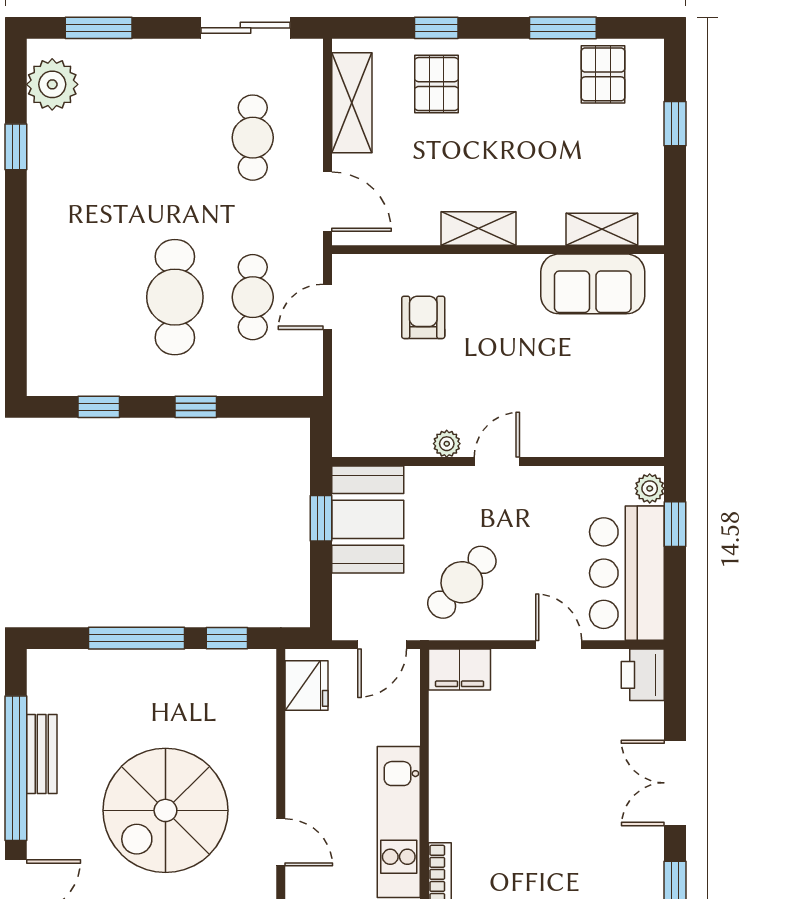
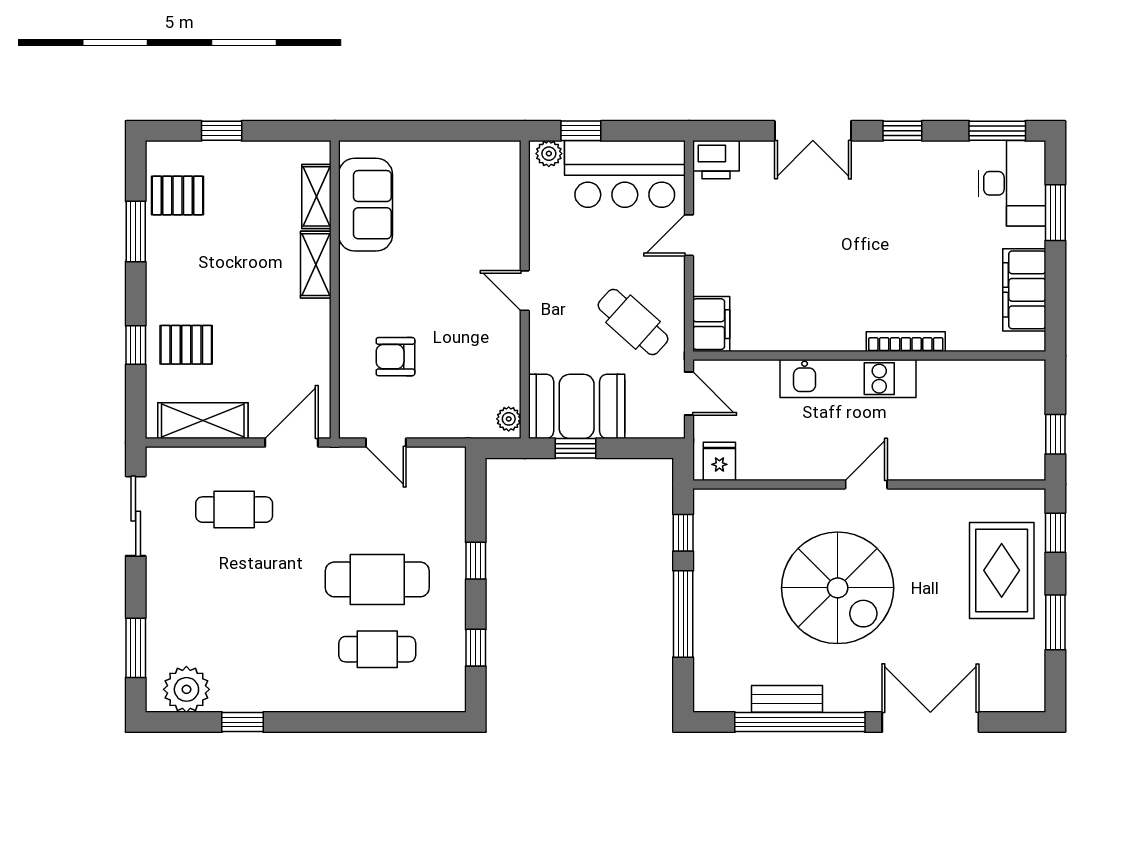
shelving: (478, 229) -> (316, 265), moved
cafe table: (253, 297) -> (377, 649), moved
plant: (447, 444) -> (509, 419), moved
fridge: (306, 686) -> (719, 461), width x0.72

